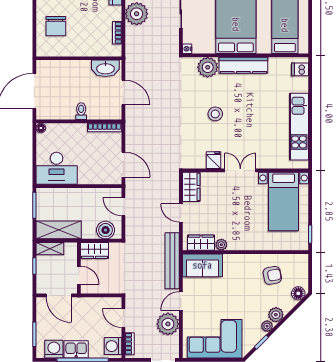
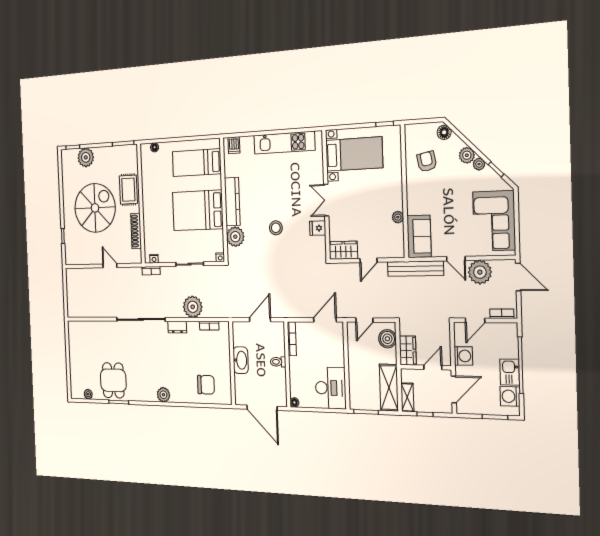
washbasin: (105, 68) -> (241, 360), moved
wardrobe: (201, 243) -> (397, 239), removed
washing machine: (113, 346) -> (463, 356), moved, turned -90

